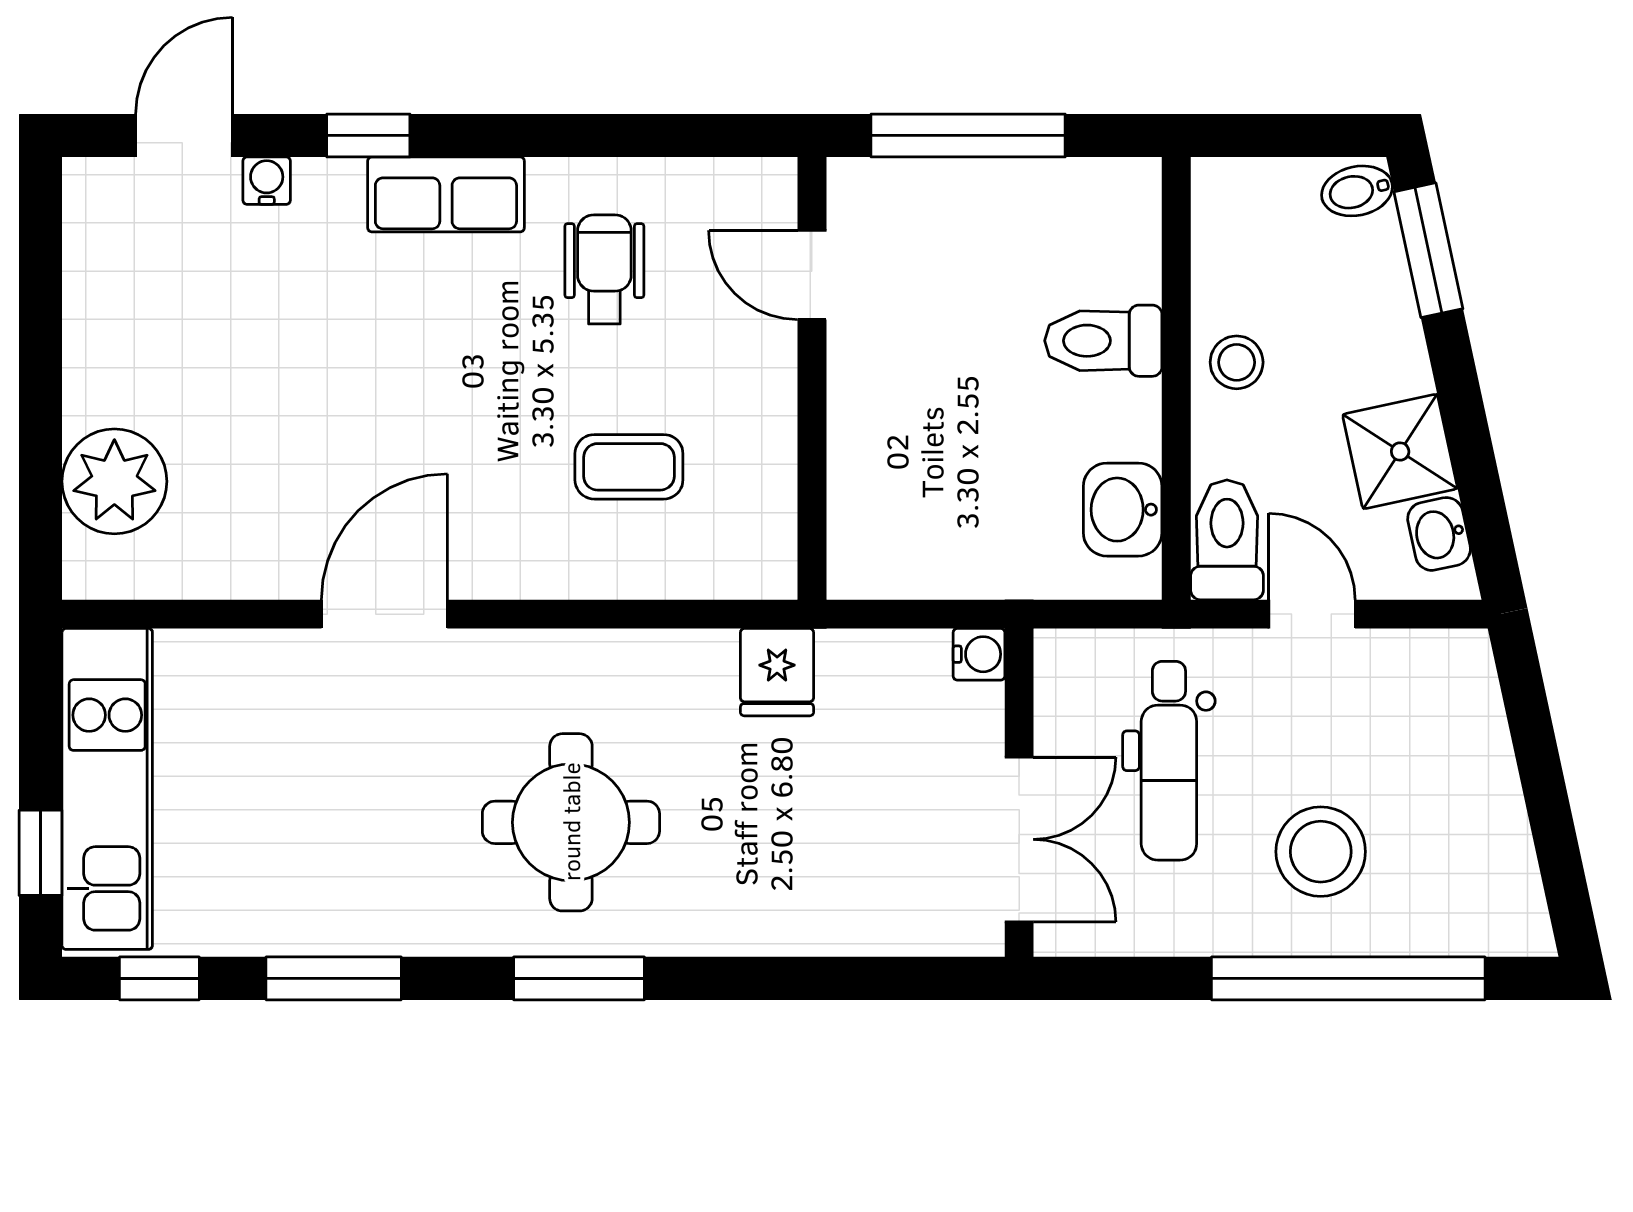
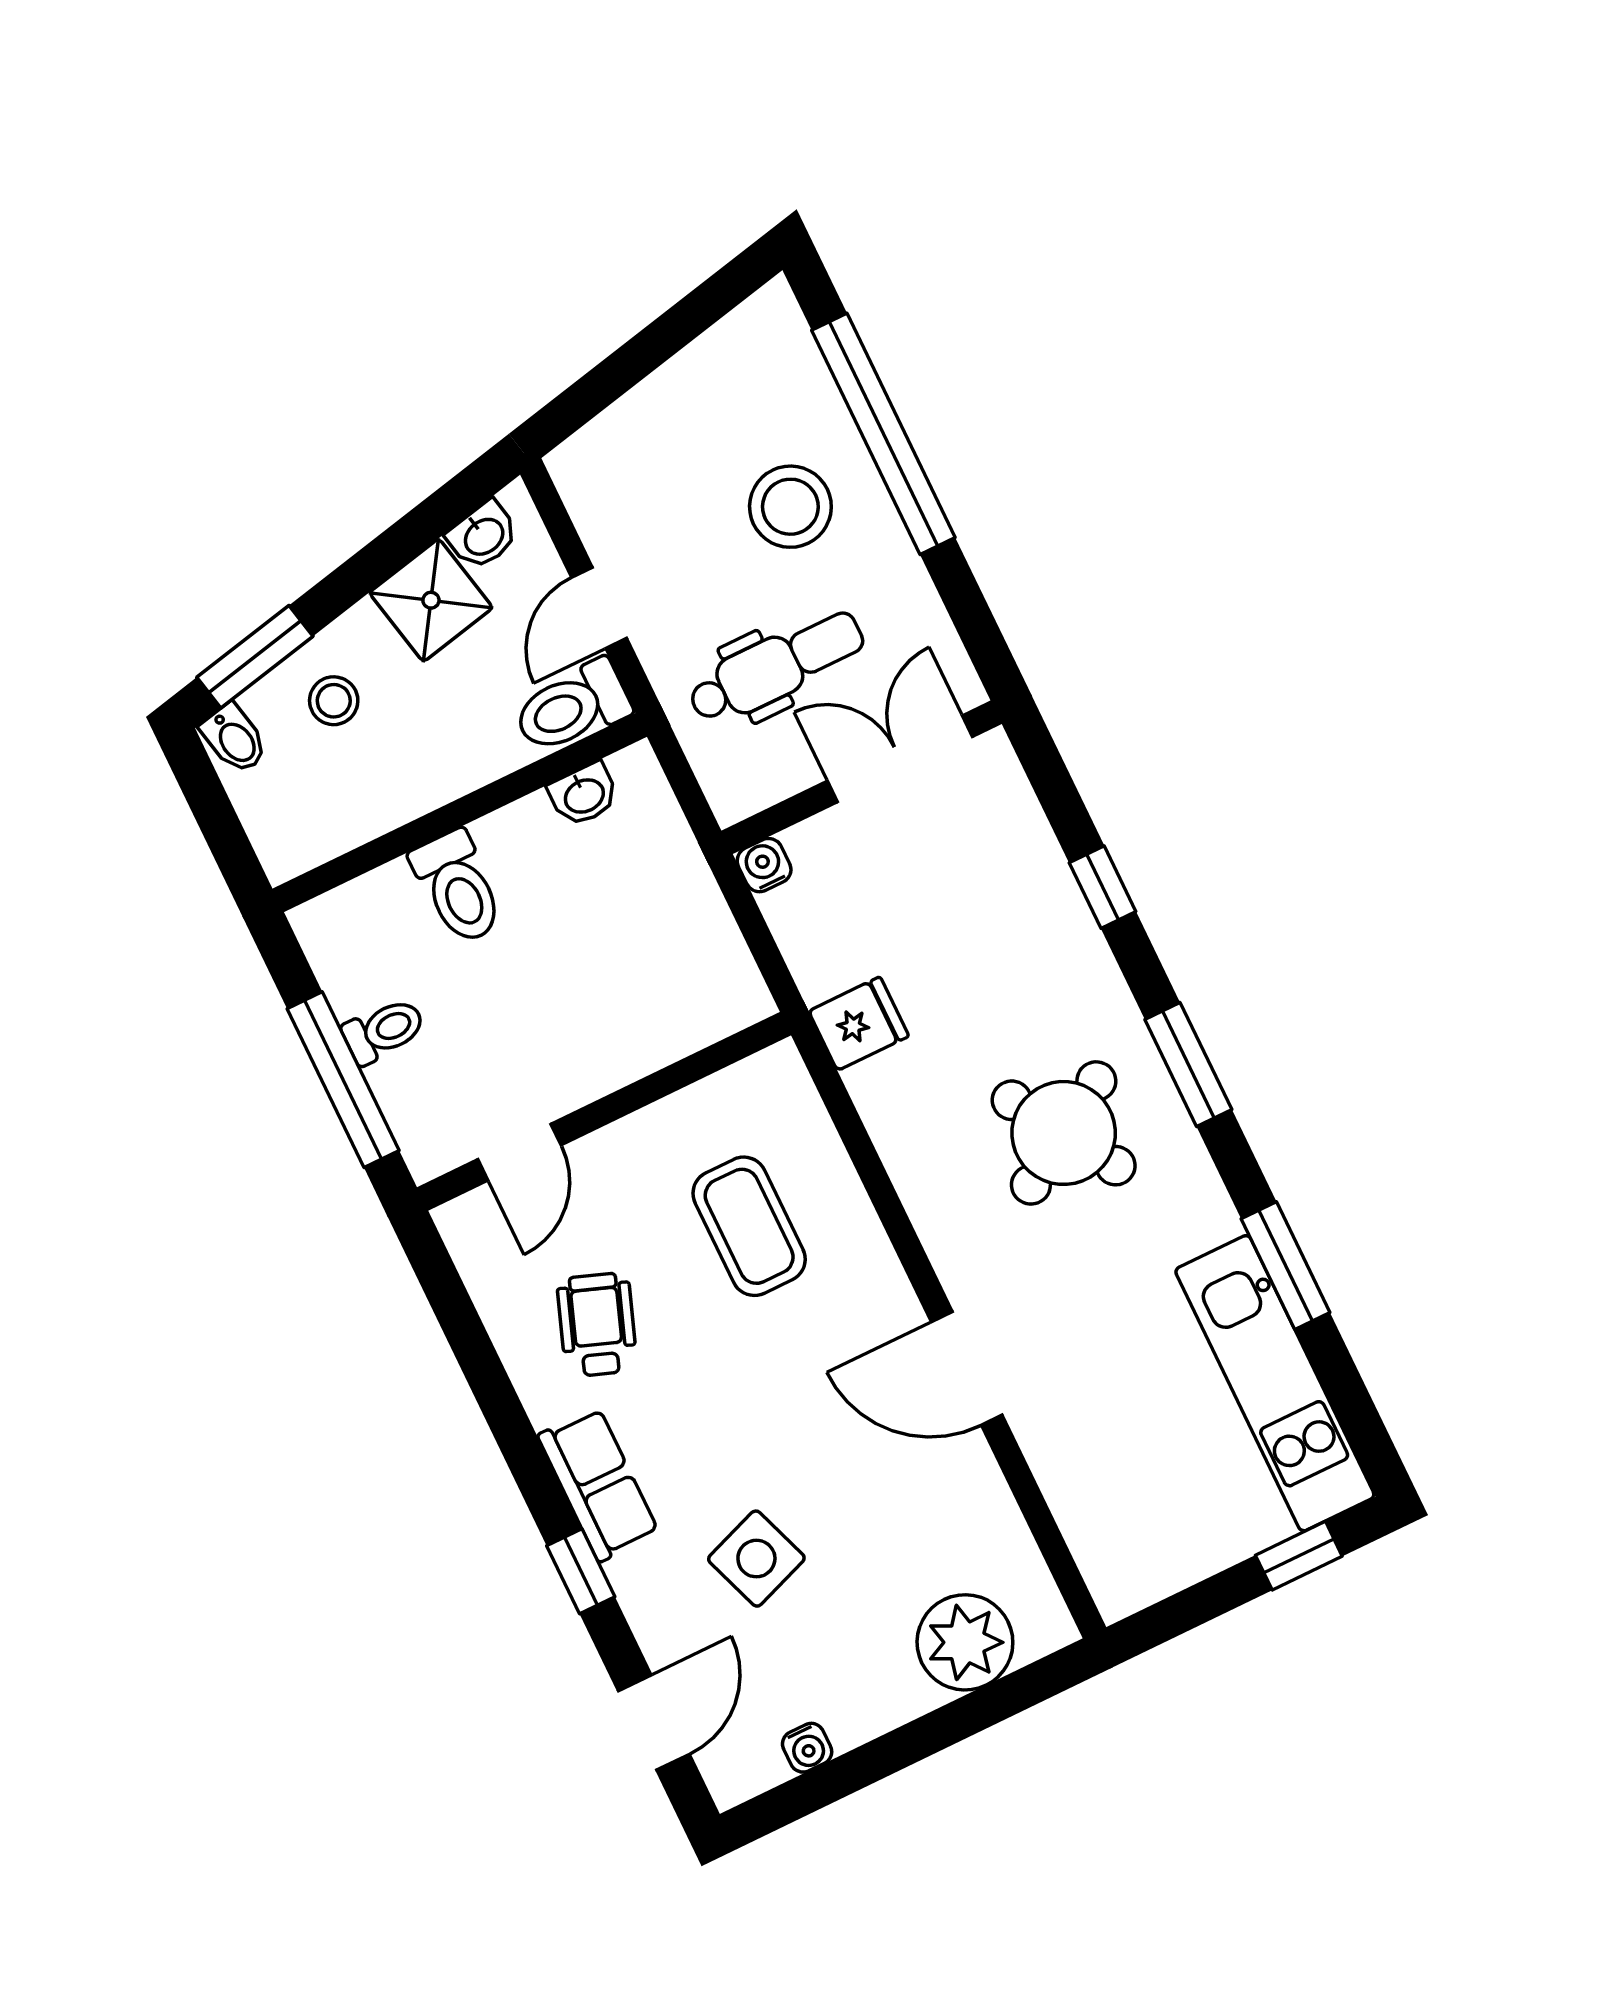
door: (184, 135) -> (654, 1722), swing flipped
water cooler: (267, 181) -> (807, 1748), moved, turned -90
toilet: (997, 199) -> (384, 1031), added
wheelchair: (604, 269) -> (597, 1325), turned 110
side table: (297, 315) -> (756, 1559), added
stool: (1237, 362) -> (334, 701), moved
coffee table: (629, 467) -> (749, 1226), width x1.36, depth x1.30
washbasin: (1123, 510) -> (584, 795), width x0.72, depth x0.69
kitchen unit: (107, 789) -> (1275, 1383), moved, turned -90
round table: (571, 822) -> (1064, 1133), turned -32
window: (159, 978) -> (1103, 887), moved

